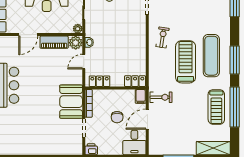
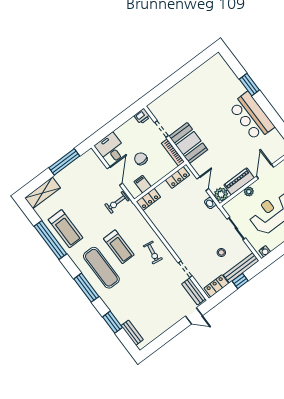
plant: (78, 29) -> (249, 192), moved
window: (235, 60) -> (86, 288), moved
treadmill: (186, 62) -> (119, 247), width x0.73, depth x0.73
filing cabinet: (141, 96) -> (143, 184), moved
treadmill: (216, 107) -> (65, 229), turned 180

